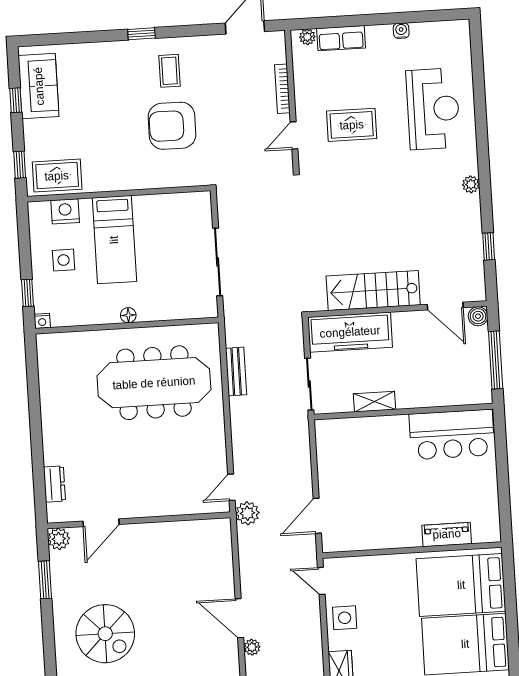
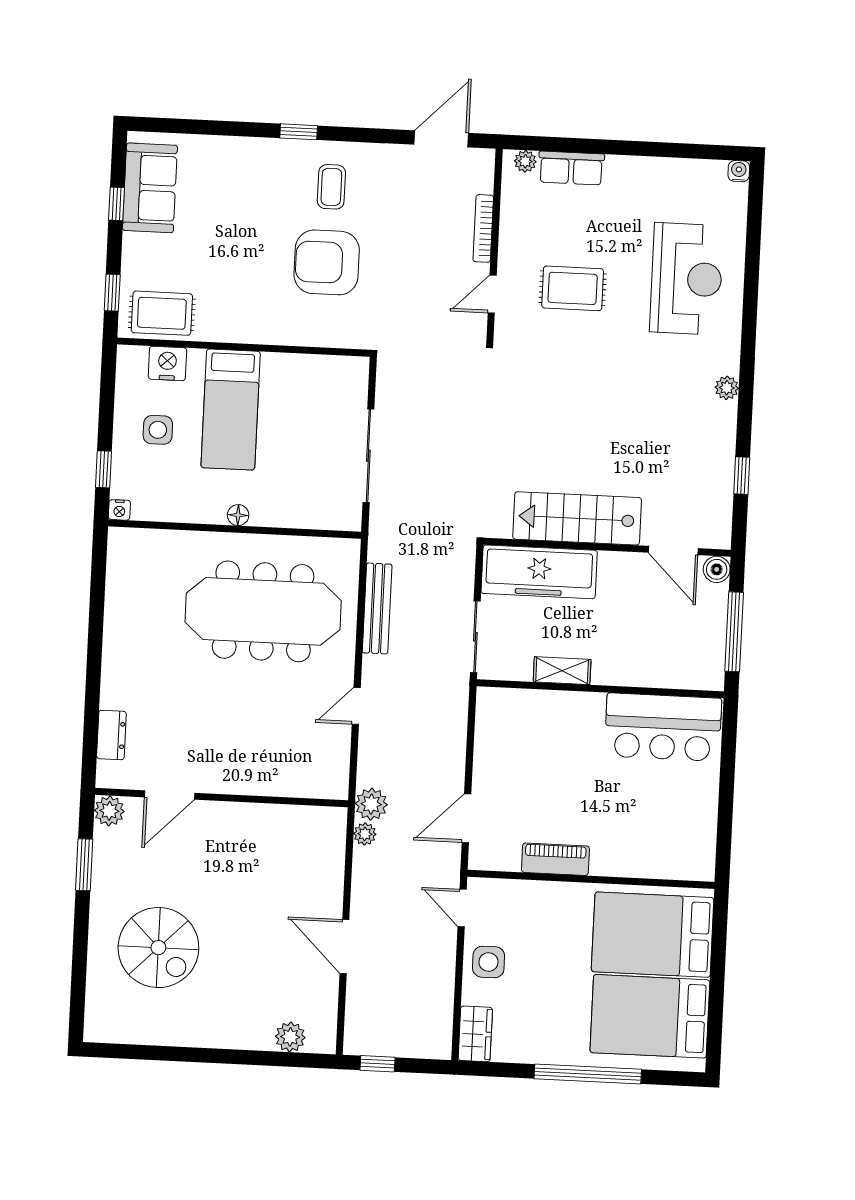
water cooler: (401, 31) -> (739, 171), moved
bench: (236, 371) -> (377, 608), width x1.36
door: (231, 487) -> (356, 706), moved
piano: (447, 534) -> (555, 859), moved
plant: (252, 647) -> (365, 834), moved

